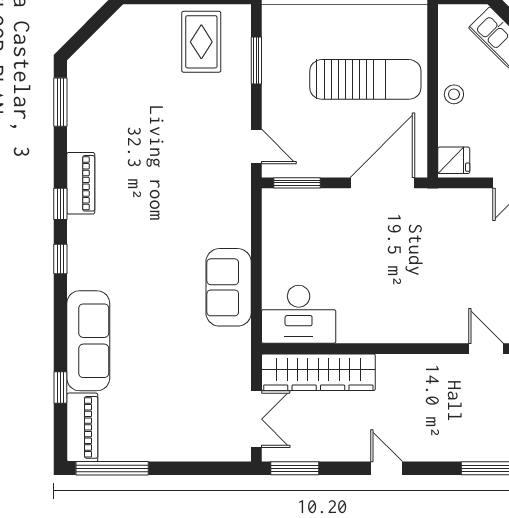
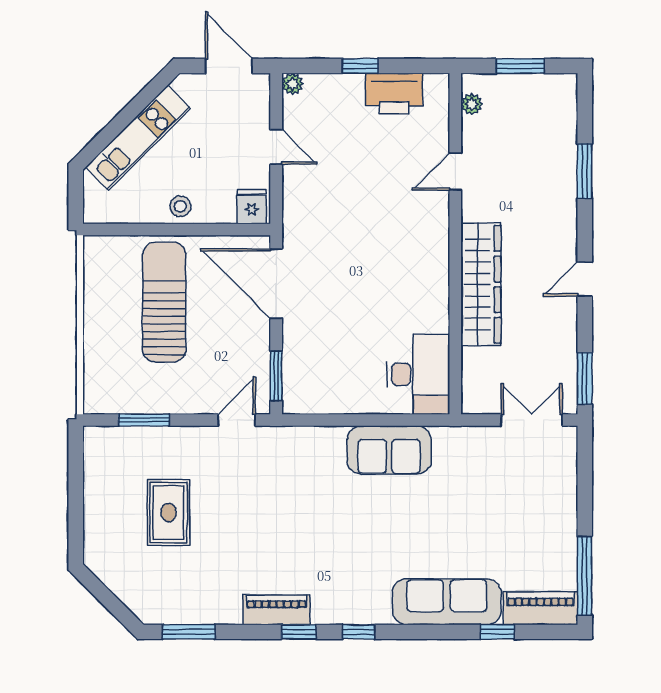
rug: (201, 42) -> (169, 513), moved, turned 90
wardrobe: (318, 372) -> (481, 284), moved

